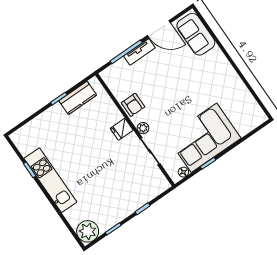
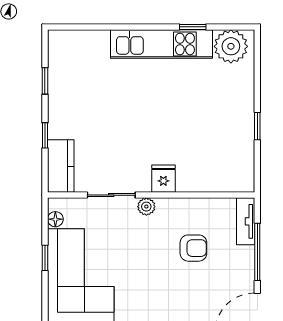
tv unit: (139, 52) -> (246, 221), moved
kitchen counter: (78, 98) -> (61, 166), moved, turned 180
armchair: (133, 105) -> (193, 248), moved, turned 180
plant: (88, 231) -> (231, 46), moved

